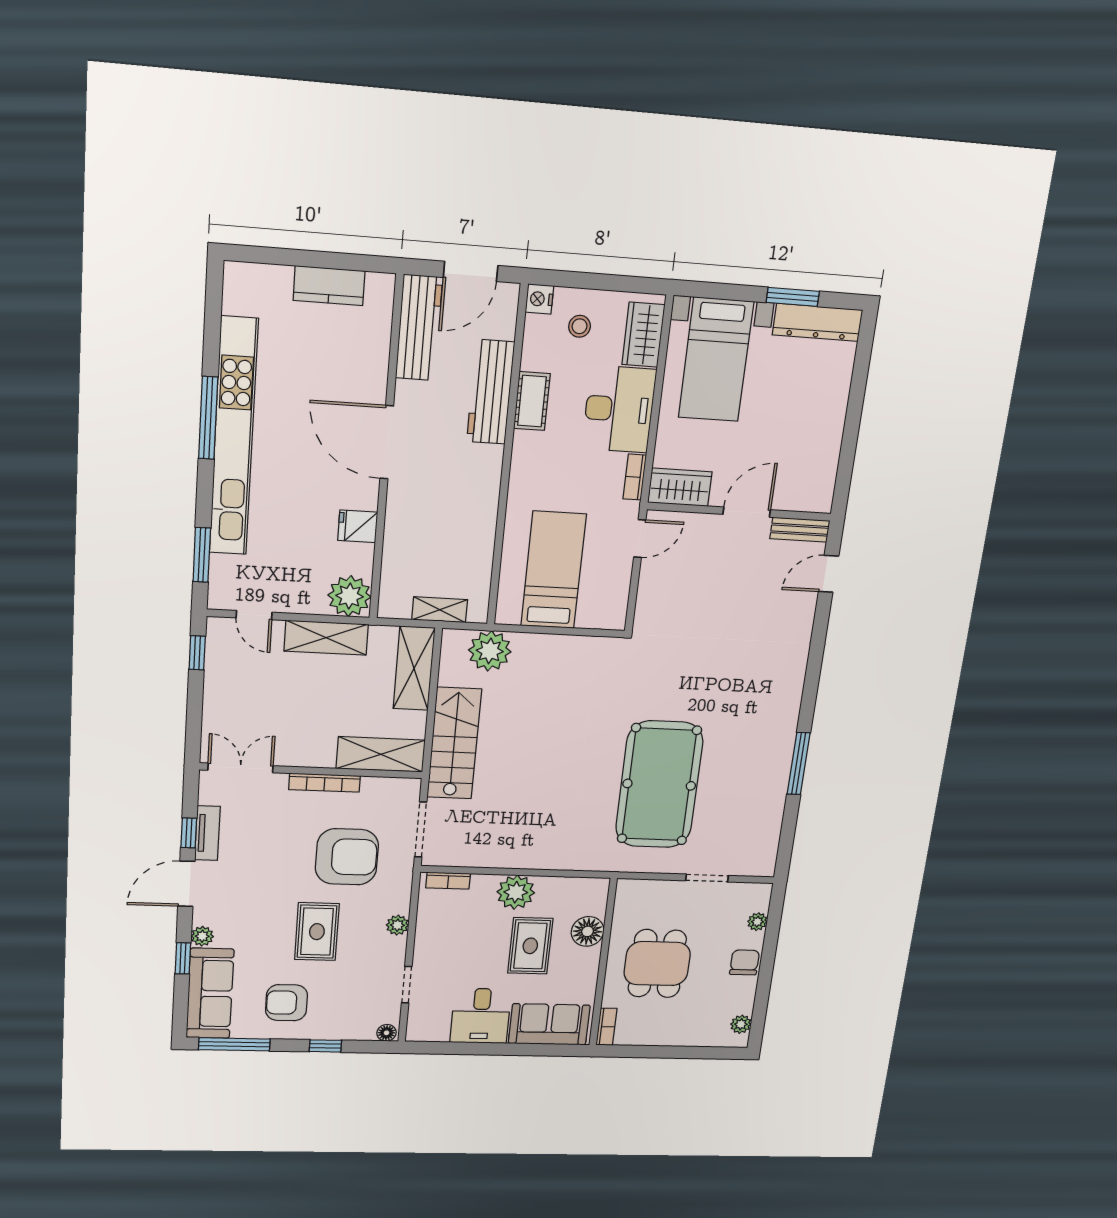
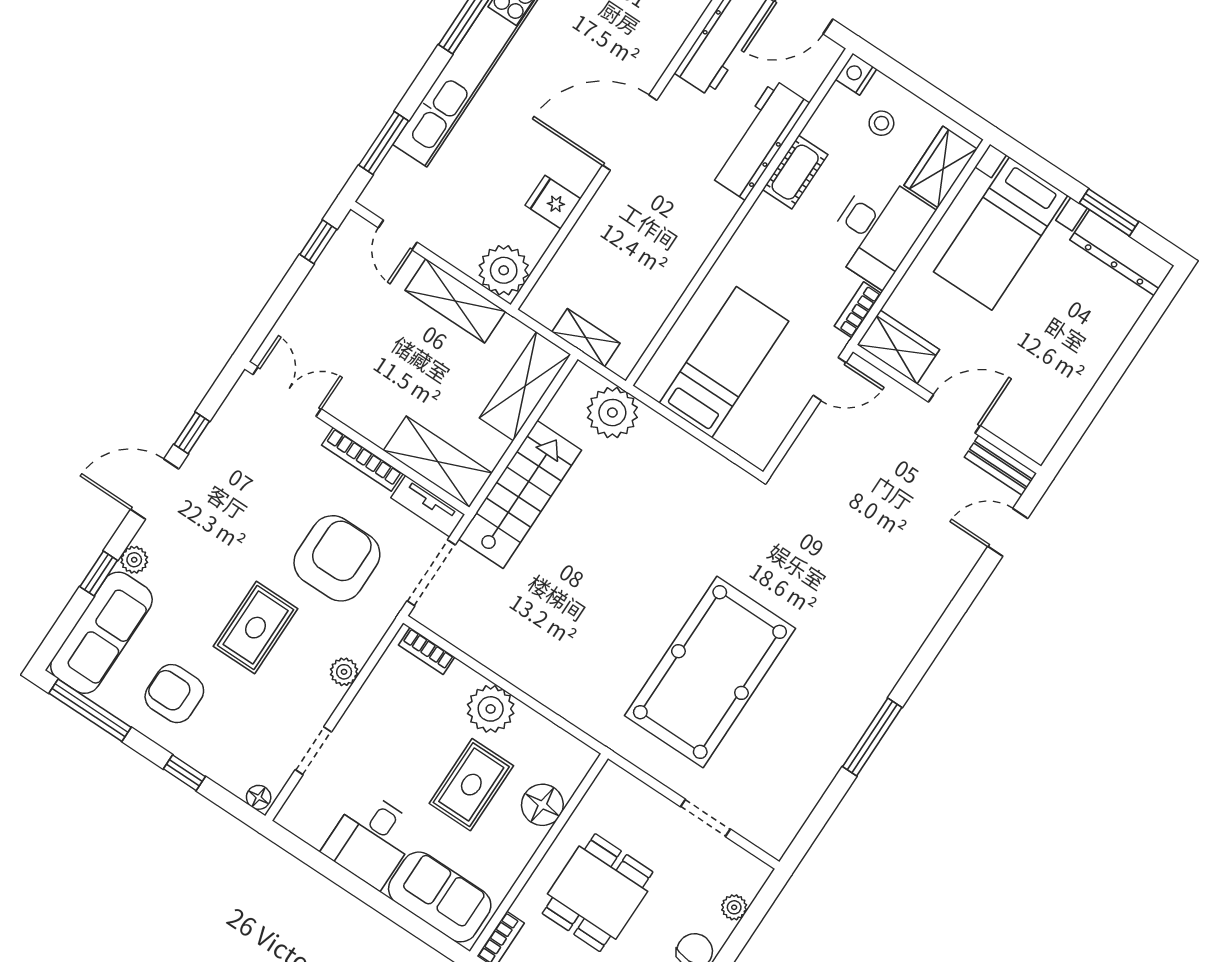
door: (387, 442) -> (630, 133), hinge flipped
tv unit: (207, 833) -> (428, 506), moved, turned 90
armchair: (347, 857) -> (337, 558), turned -90

